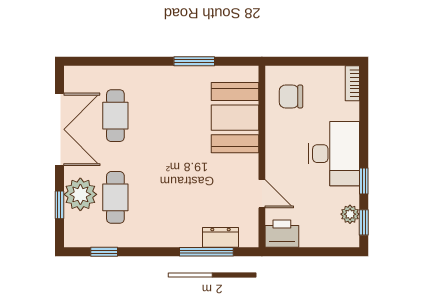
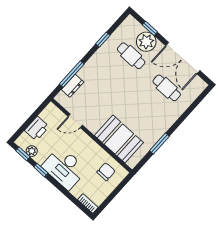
printer: (282, 234) -> (37, 129), moved
window: (104, 252) -> (103, 40), moved

